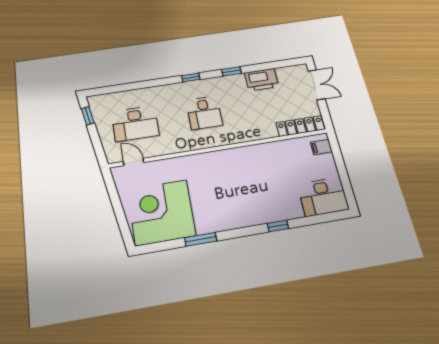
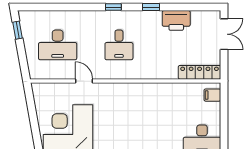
door: (134, 162) -> (84, 81), moved

